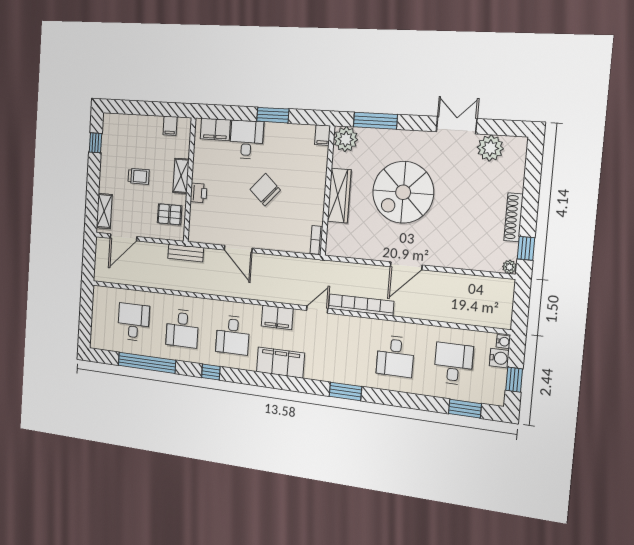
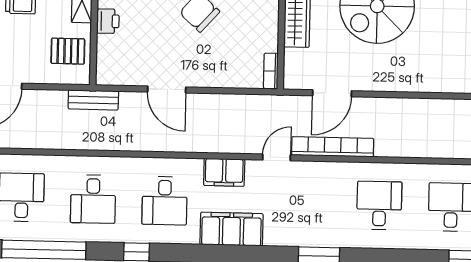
door: (406, 266) -> (332, 93), moved
desk: (395, 356) -> (379, 205), turned 180

